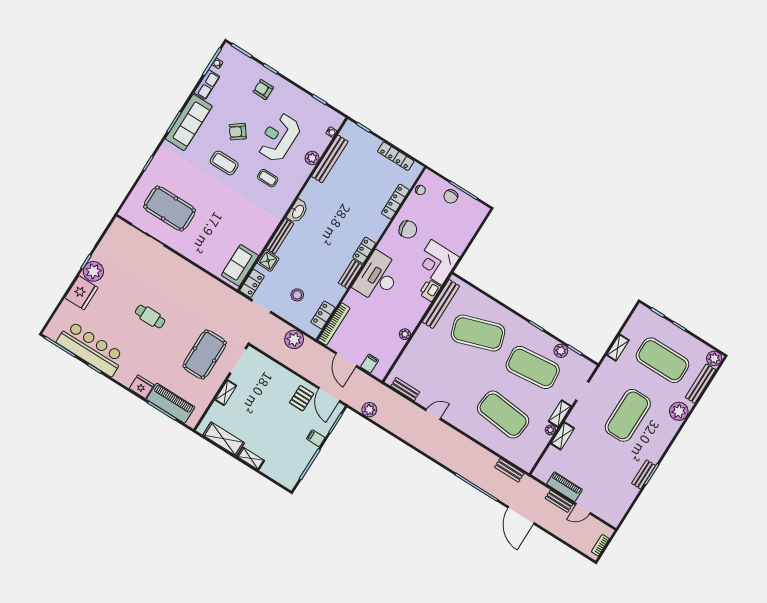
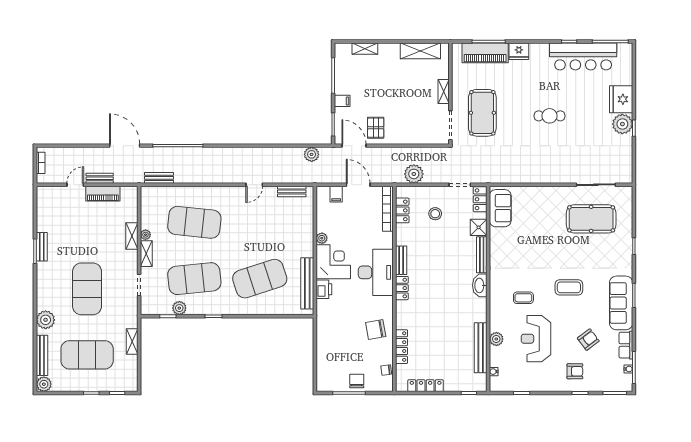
armchair: (238, 132) -> (588, 340), moved
reception desk: (279, 137) -> (536, 339), turned 180
corner desk: (437, 262) -> (333, 262), moved
shelving: (251, 459) -> (365, 49), moved

